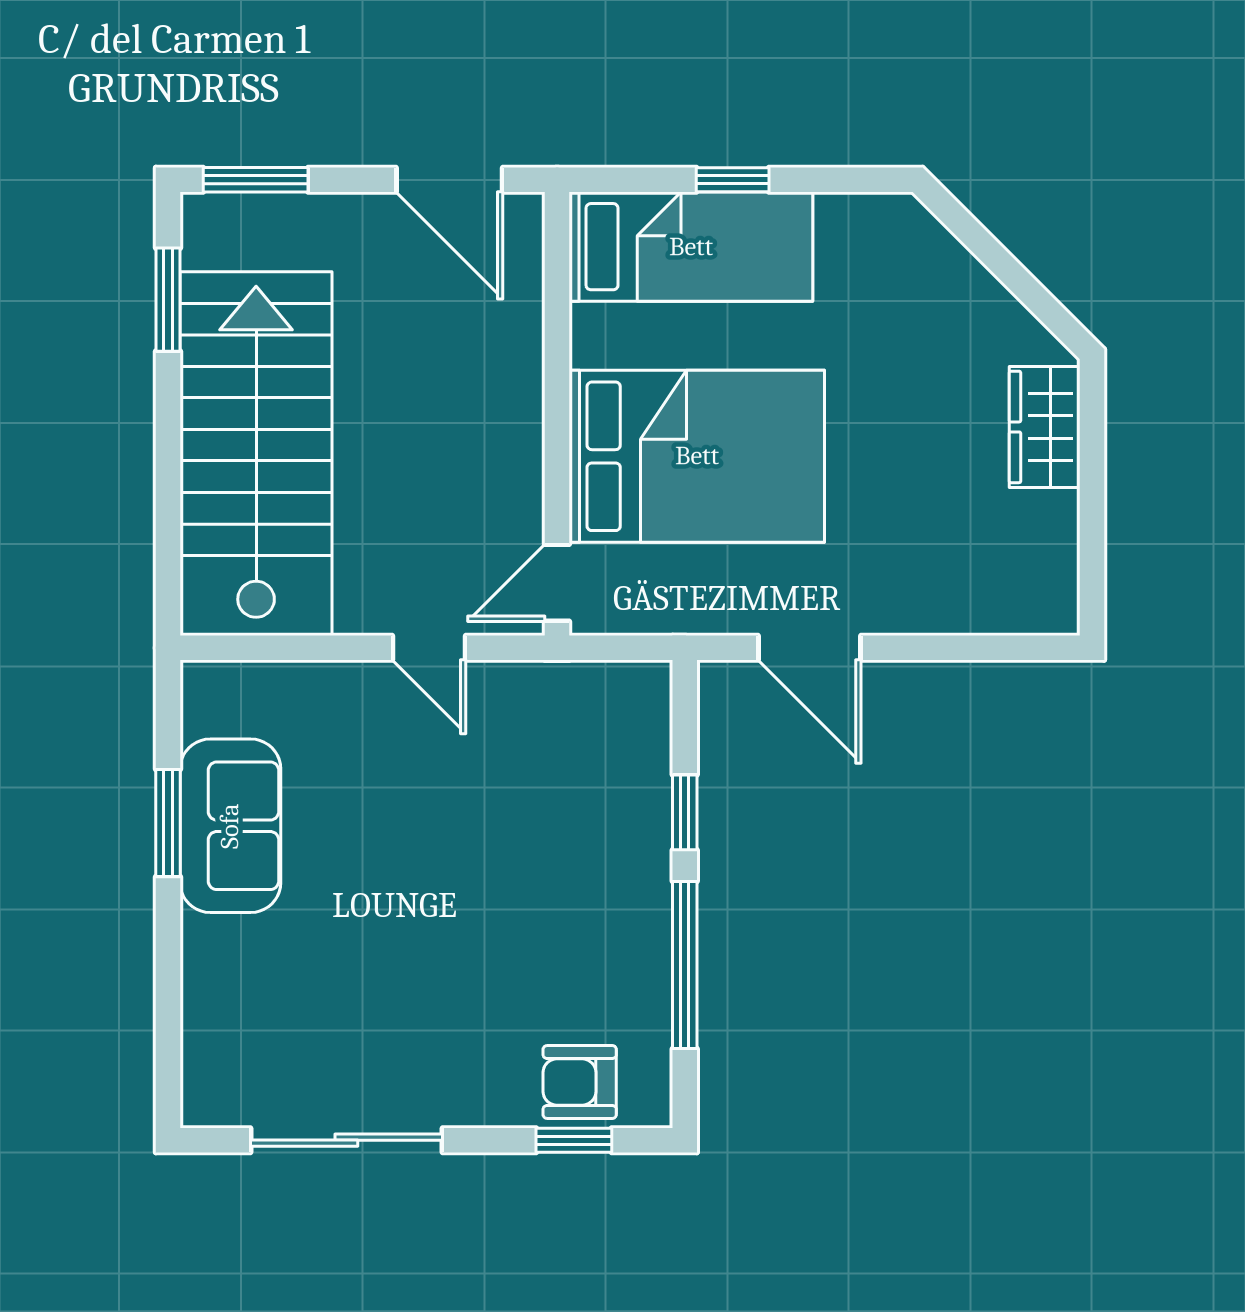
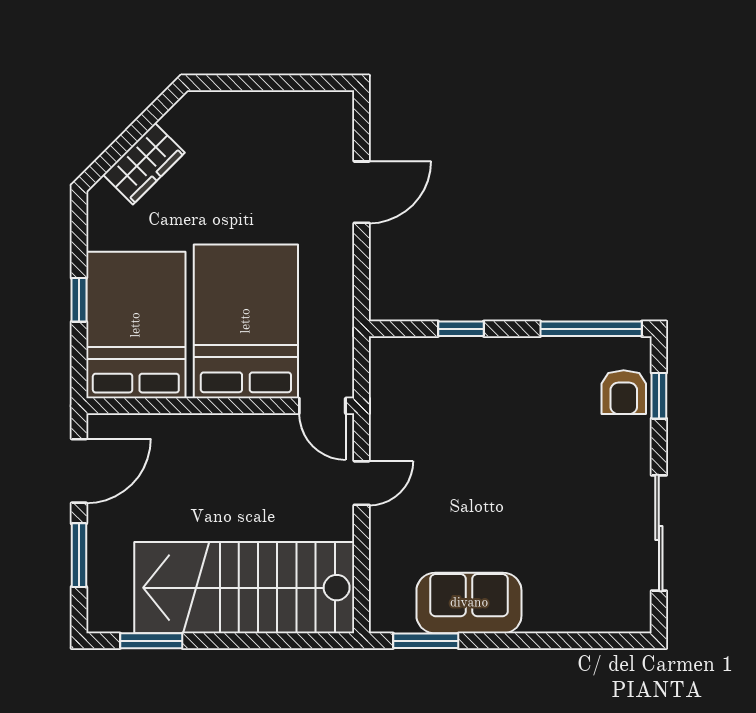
window: (256, 180) -> (79, 555), moved
bed: (691, 247) -> (136, 325), width x1.50
wardrobe: (1045, 427) -> (144, 164), moved, turned -45
door: (809, 648) -> (362, 192), moved
window: (168, 823) -> (426, 641), moved
window: (685, 965) -> (591, 329), moved

